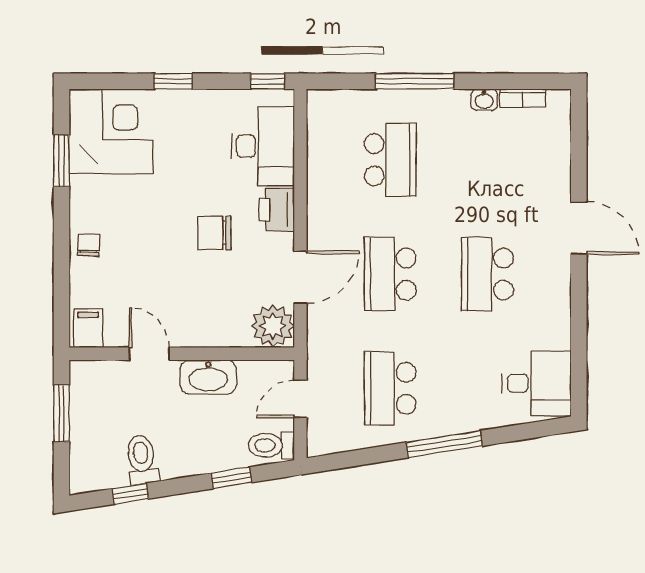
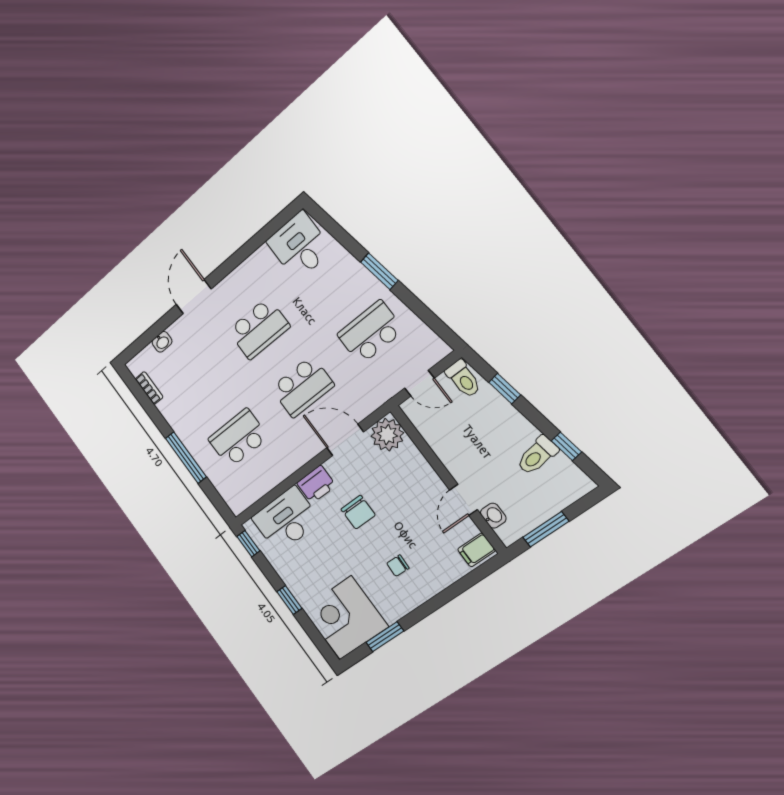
washbasin: (484, 100) -> (162, 342), moved, turned 90
chair: (89, 245) -> (398, 566), moved
washbasin: (208, 377) -> (493, 516), moved, width x0.52, depth x0.69
school desk: (390, 388) -> (370, 332), turned 180
window: (444, 444) -> (379, 271), width x0.69

